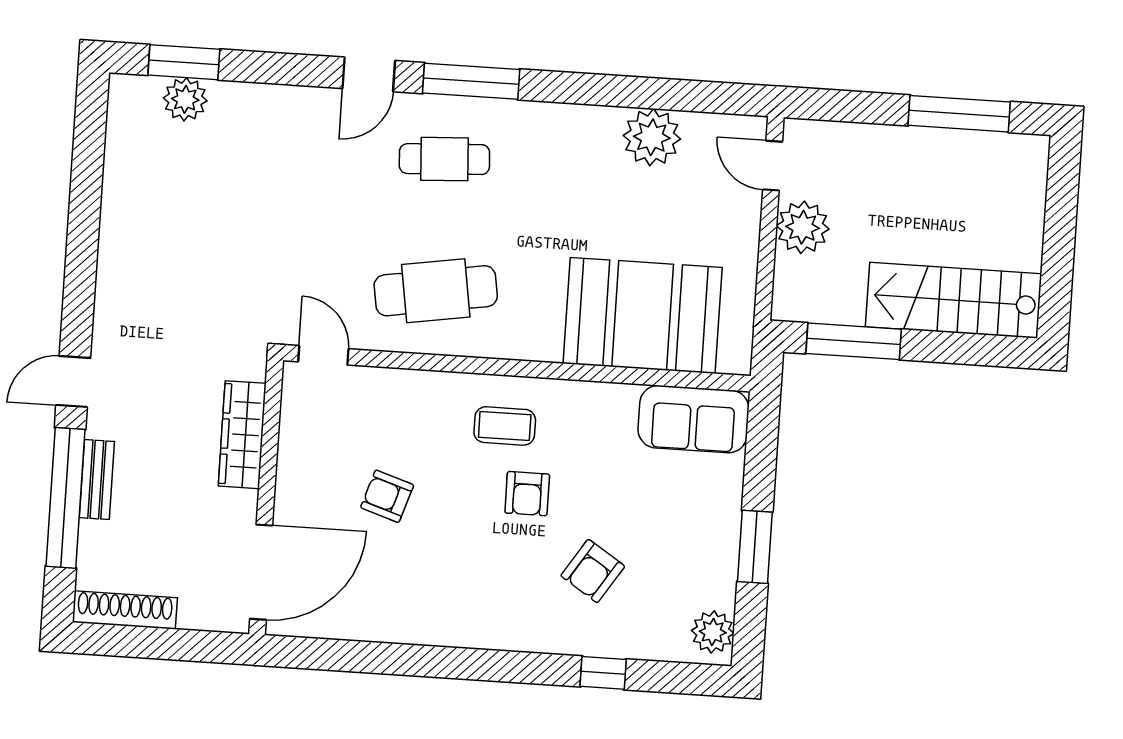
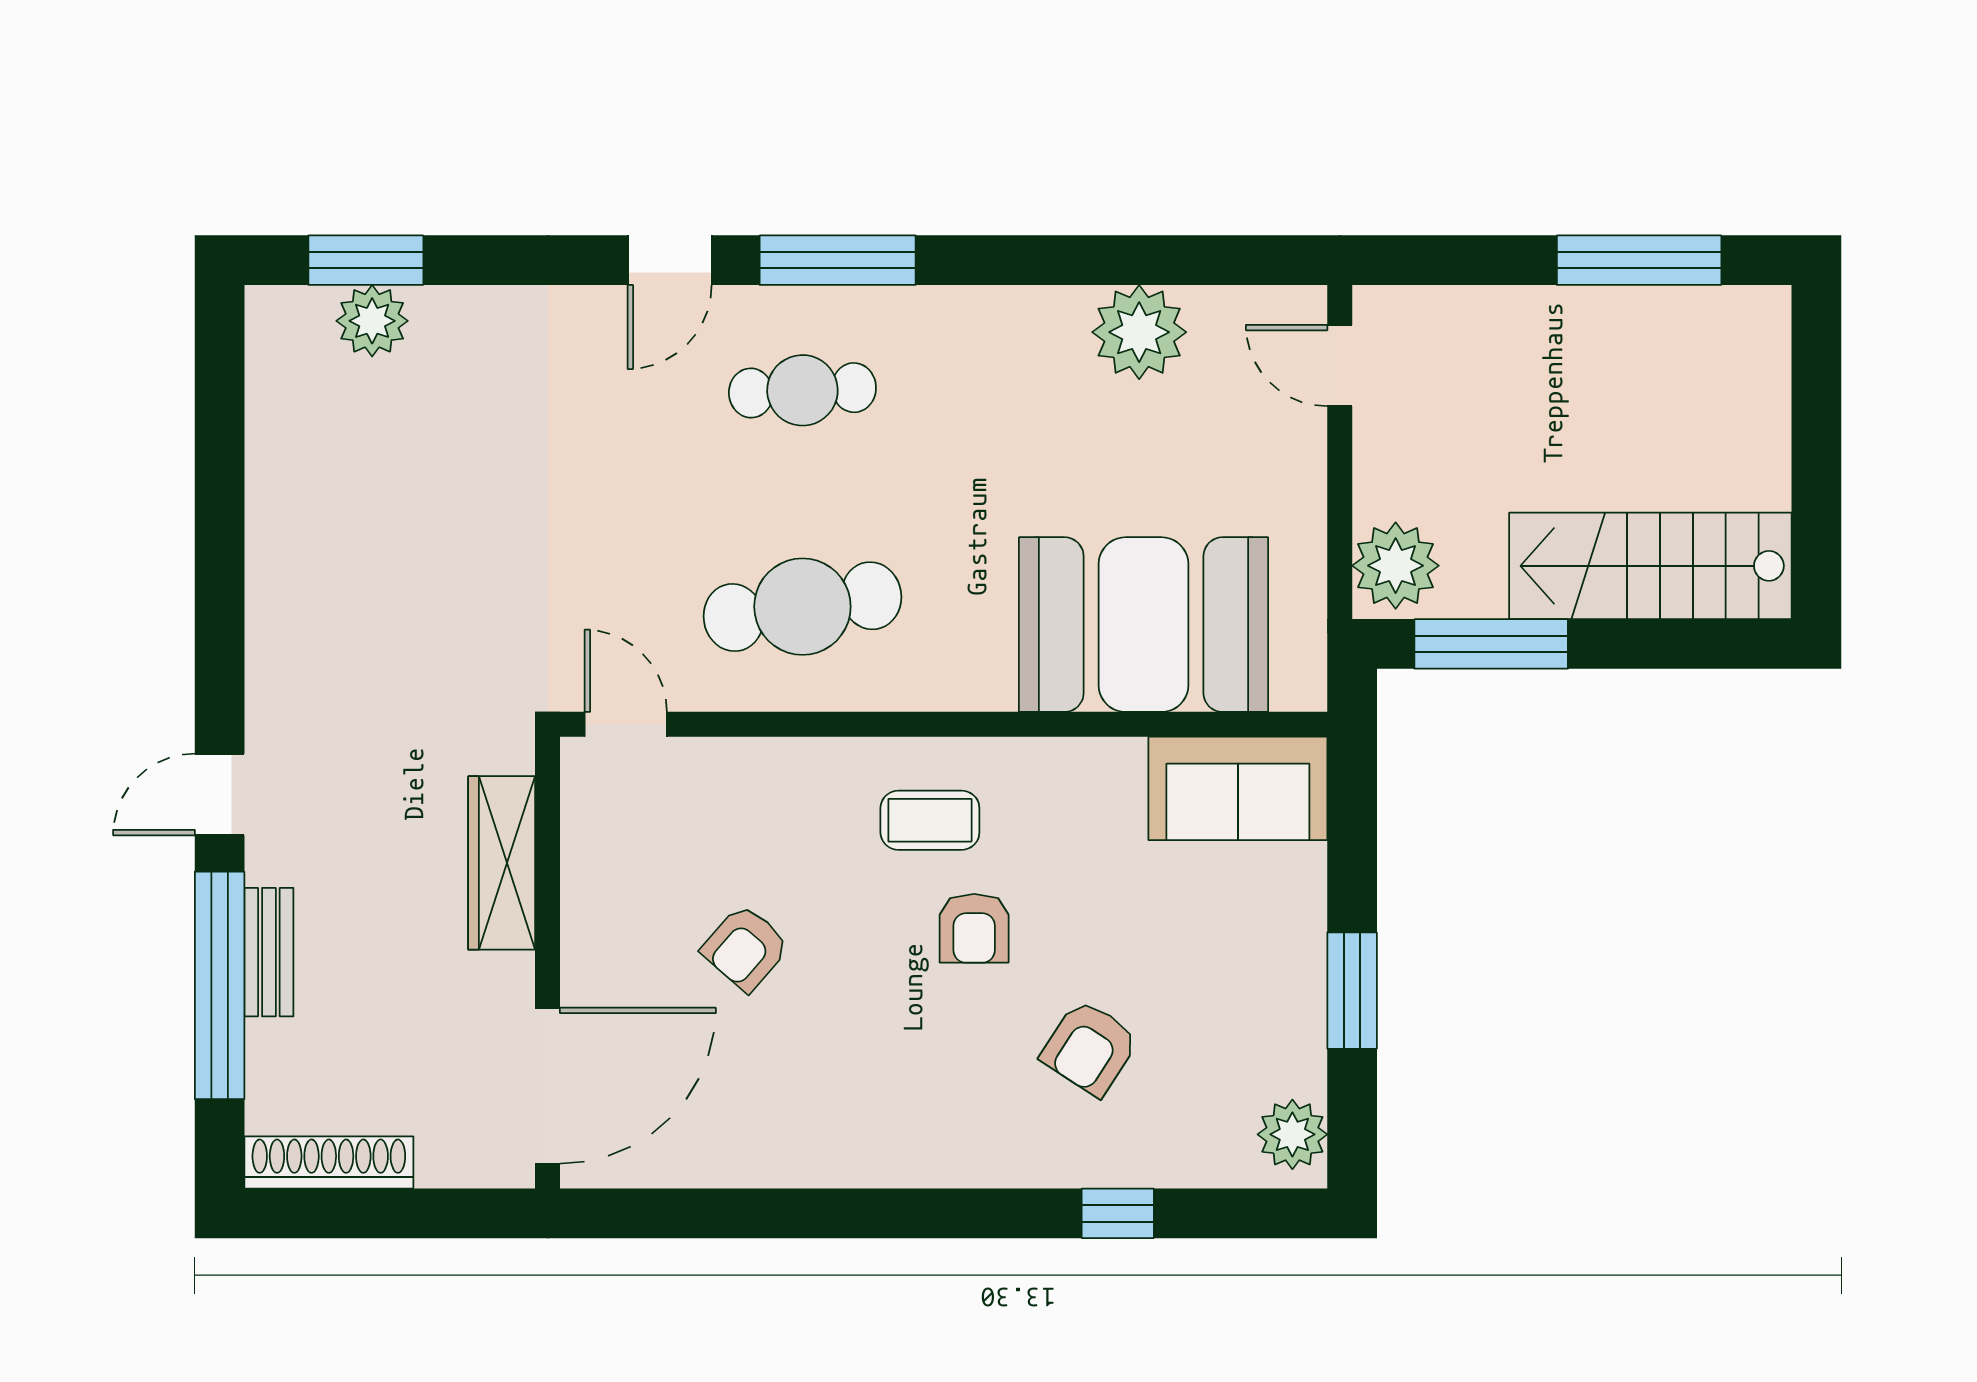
plant: (803, 227) -> (1396, 566), moved
armchair: (387, 496) -> (745, 948), turned -67

